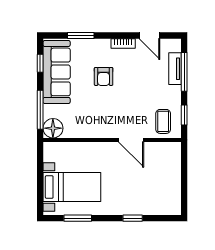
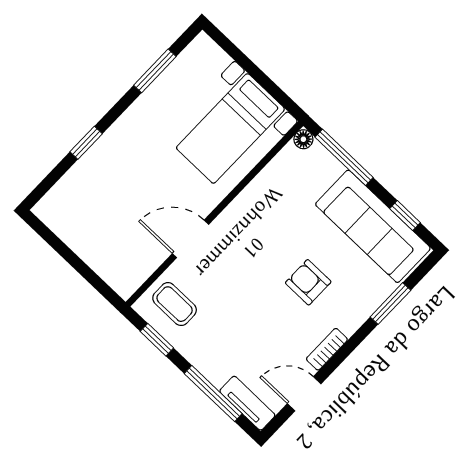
tv unit: (175, 69) -> (247, 403), moved
floor lamp: (53, 128) -> (303, 139), width x0.53, depth x0.53
bed with nightstands: (72, 187) -> (230, 128), moved

